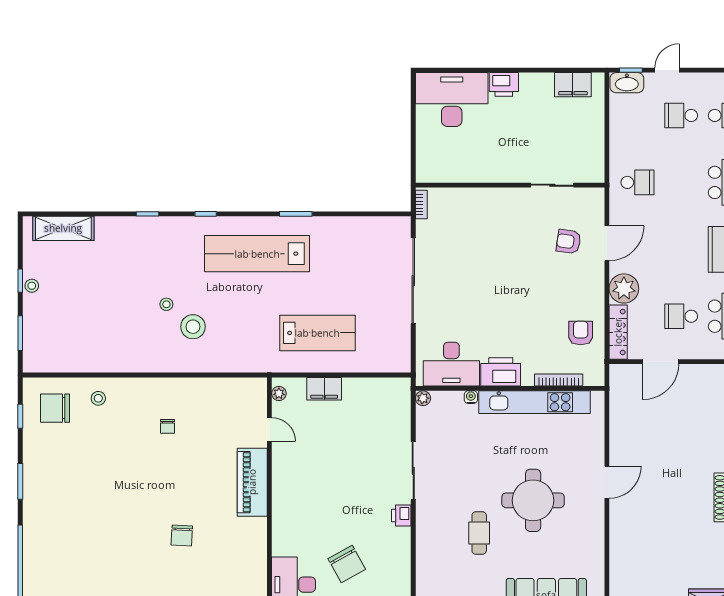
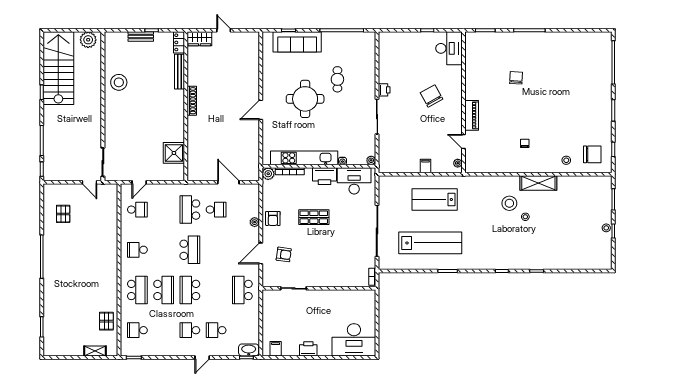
door: (667, 70) -> (202, 357), moved
printer: (504, 84) -> (308, 349), moved
filing cabinet: (573, 85) -> (276, 349), width x0.50
school desk: (681, 115) -> (216, 330), turned 180
school desk: (637, 182) -> (242, 290), width x1.85
shelving: (63, 228) -> (538, 183), moved
lab bench: (257, 254) -> (430, 243), moved
plant: (624, 288) -> (255, 222), width x0.53, depth x0.53
shop shelf: (518, 304) -> (314, 217), added
locker: (618, 332) -> (254, 200), removed
armchair: (581, 333) -> (273, 218), moved
door: (661, 362) -> (228, 182), hinge flipped
plant: (594, 376) -> (268, 174), added
filing cabinet: (324, 389) -> (425, 166), width x0.50
piano: (252, 482) -> (472, 115), width x0.73, depth x0.75
chair: (347, 564) -> (431, 96), moved

